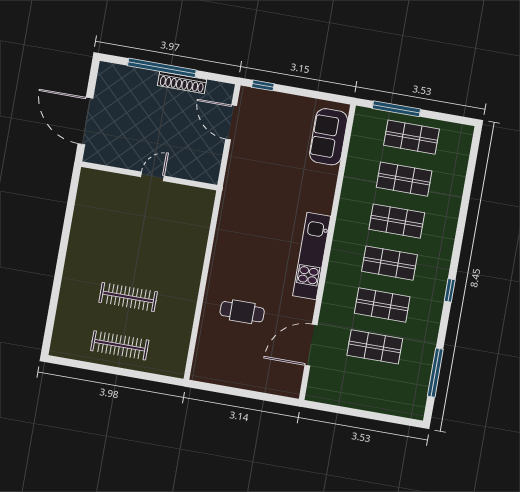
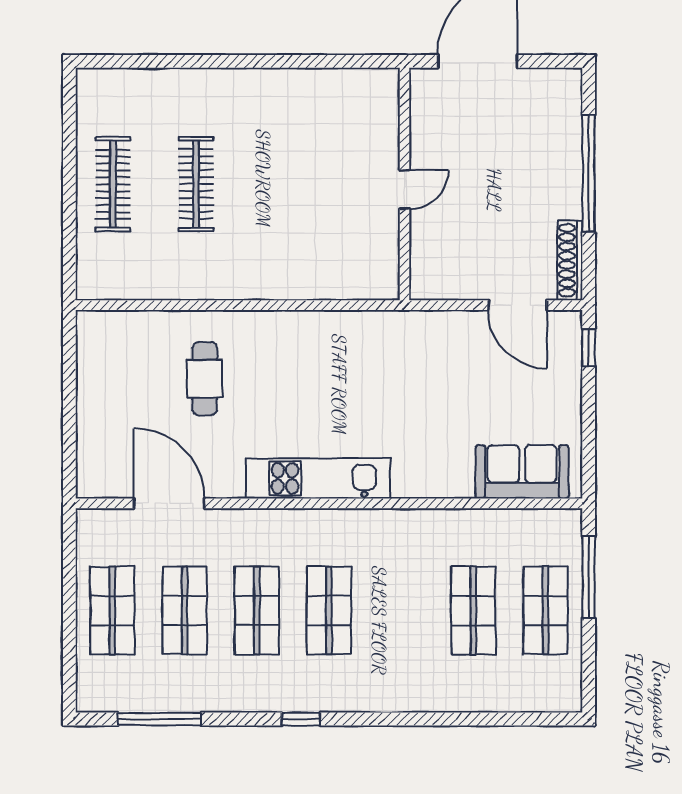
shoe rack: (182, 83) -> (570, 260), moved
door: (231, 122) -> (518, 305), swing flipped
door: (152, 176) -> (405, 189), hinge flipped
shop shelf: (397, 221) -> (112, 610), moved

